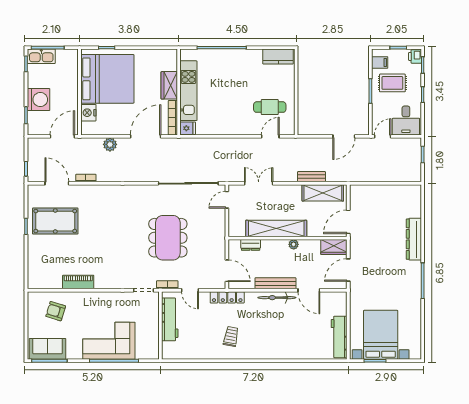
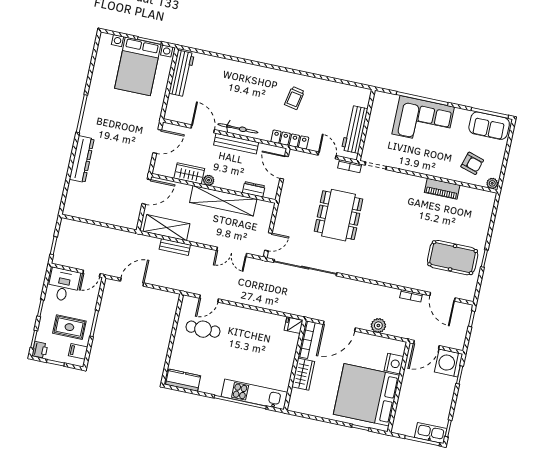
kitchen unit: (188, 91) -> (254, 394), moved, turned 90
washing machine: (38, 100) -> (449, 363), moved
wardrobe: (334, 247) -> (189, 173), moved
plant: (33, 297) -> (492, 183), added

